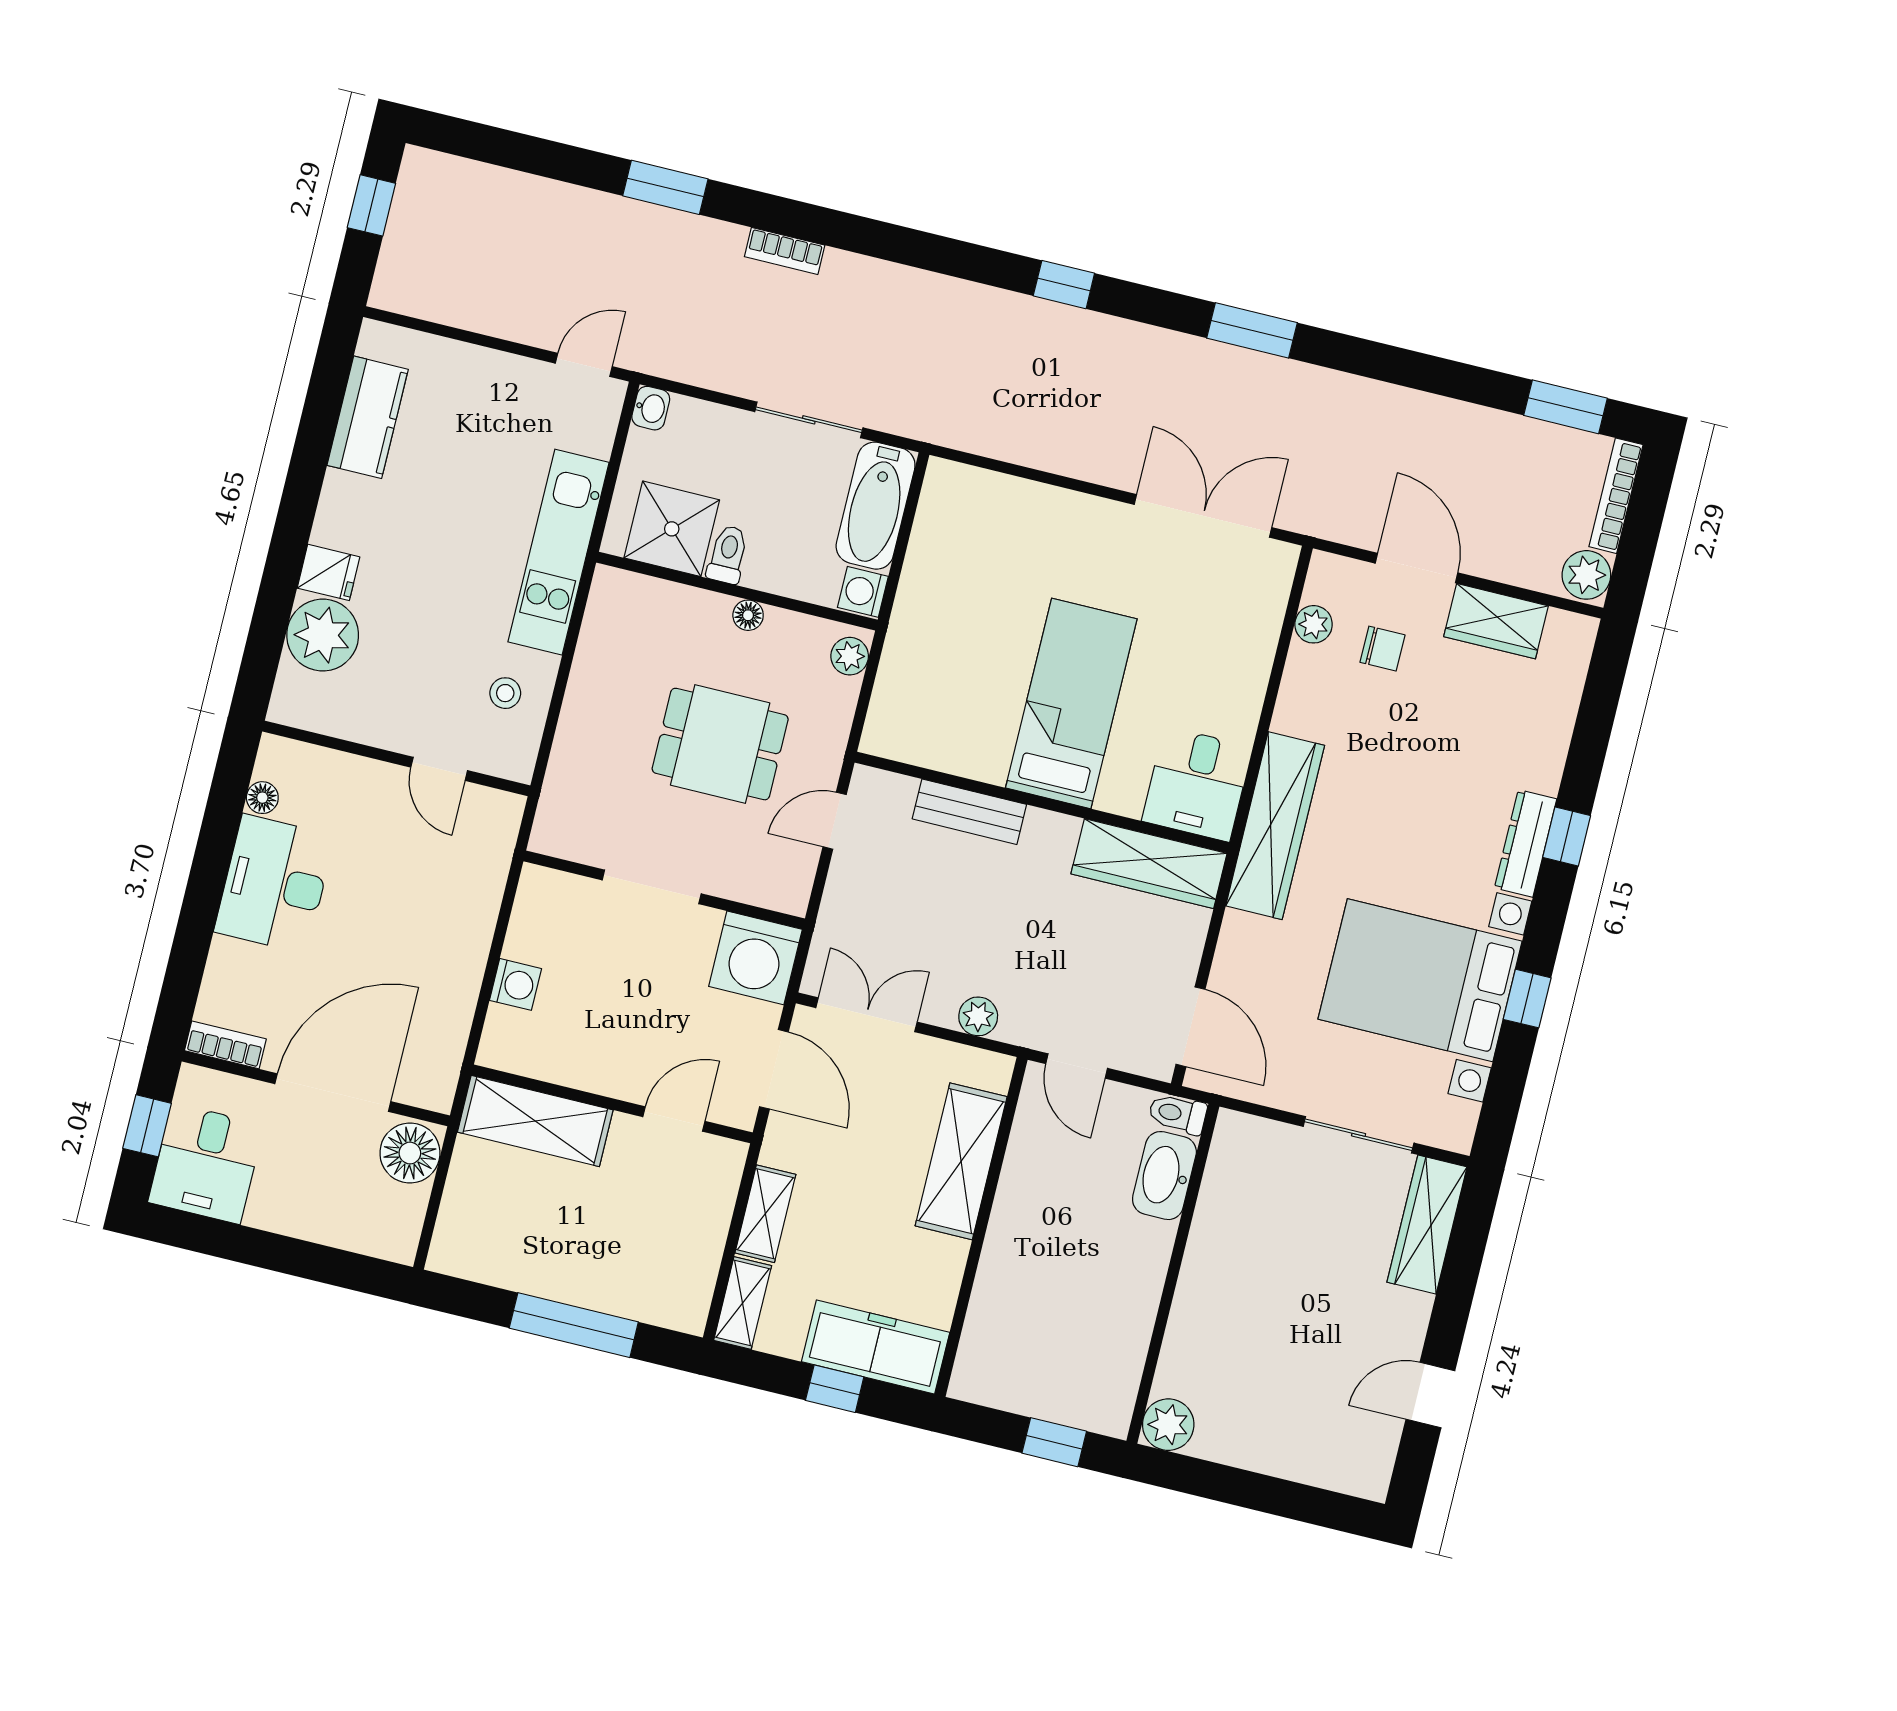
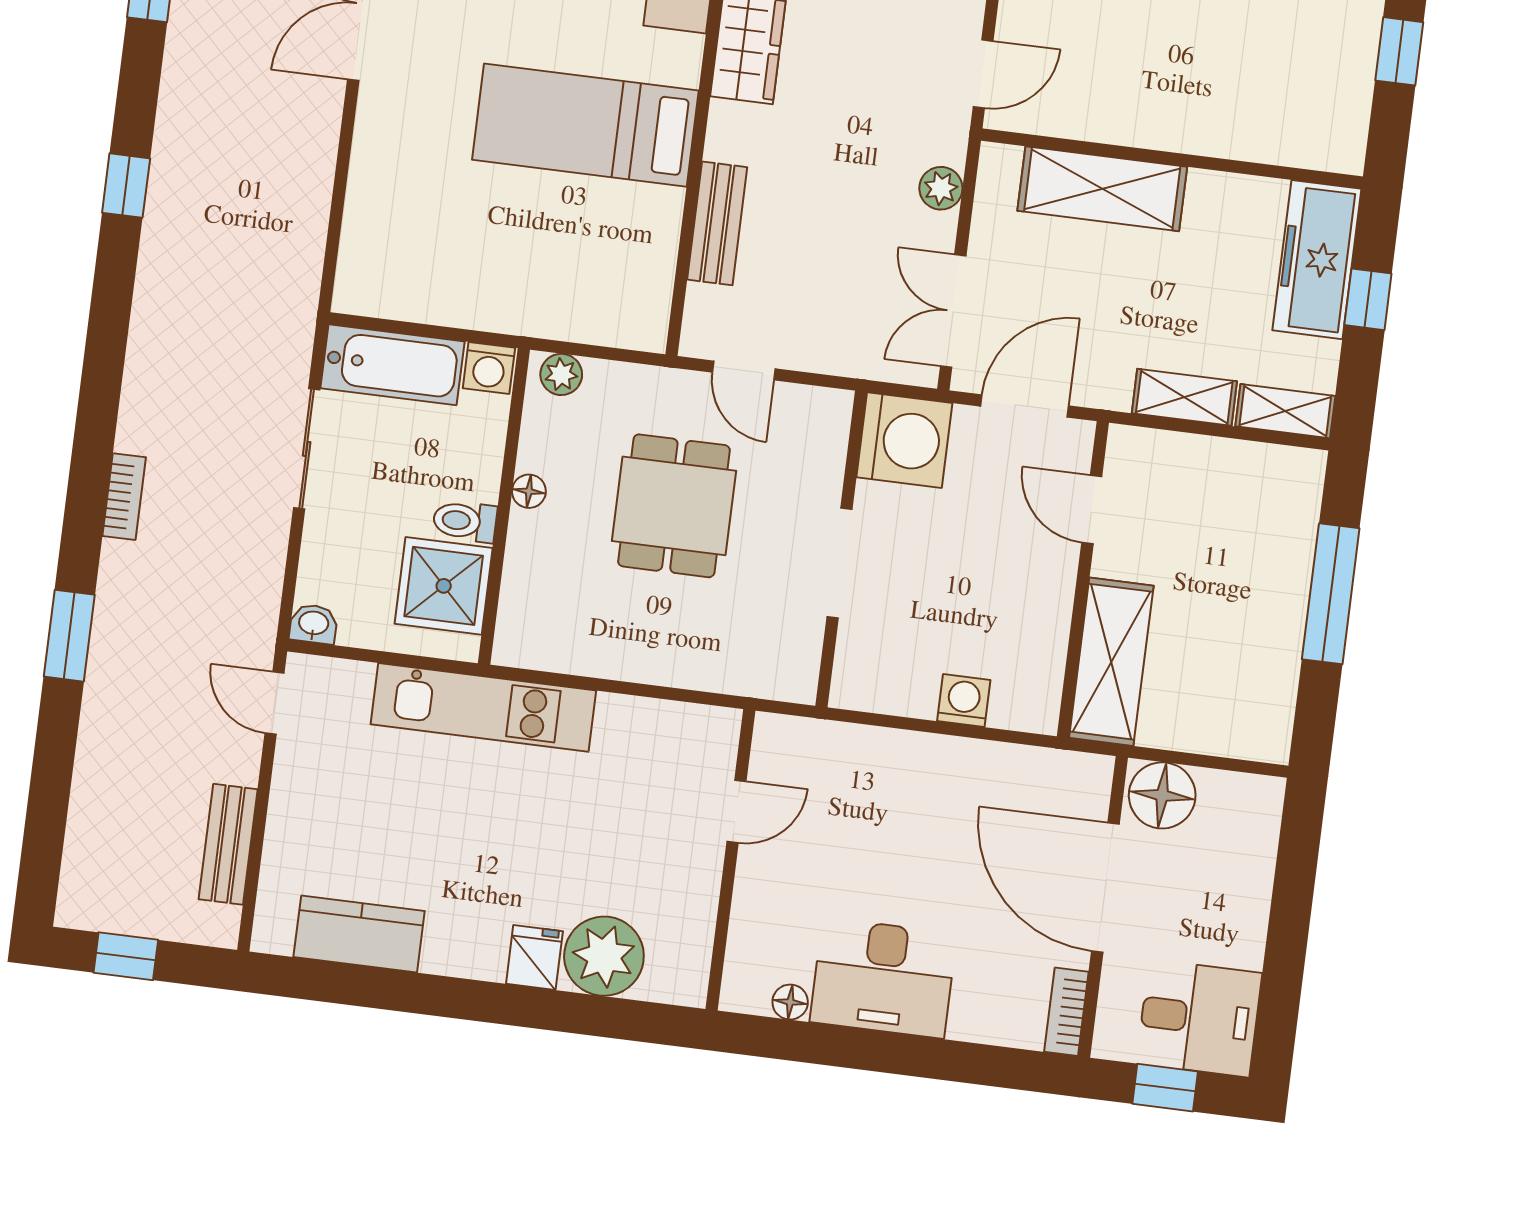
bench: (462, 309) -> (228, 844), added
stool: (505, 693) -> (645, 748), removed

